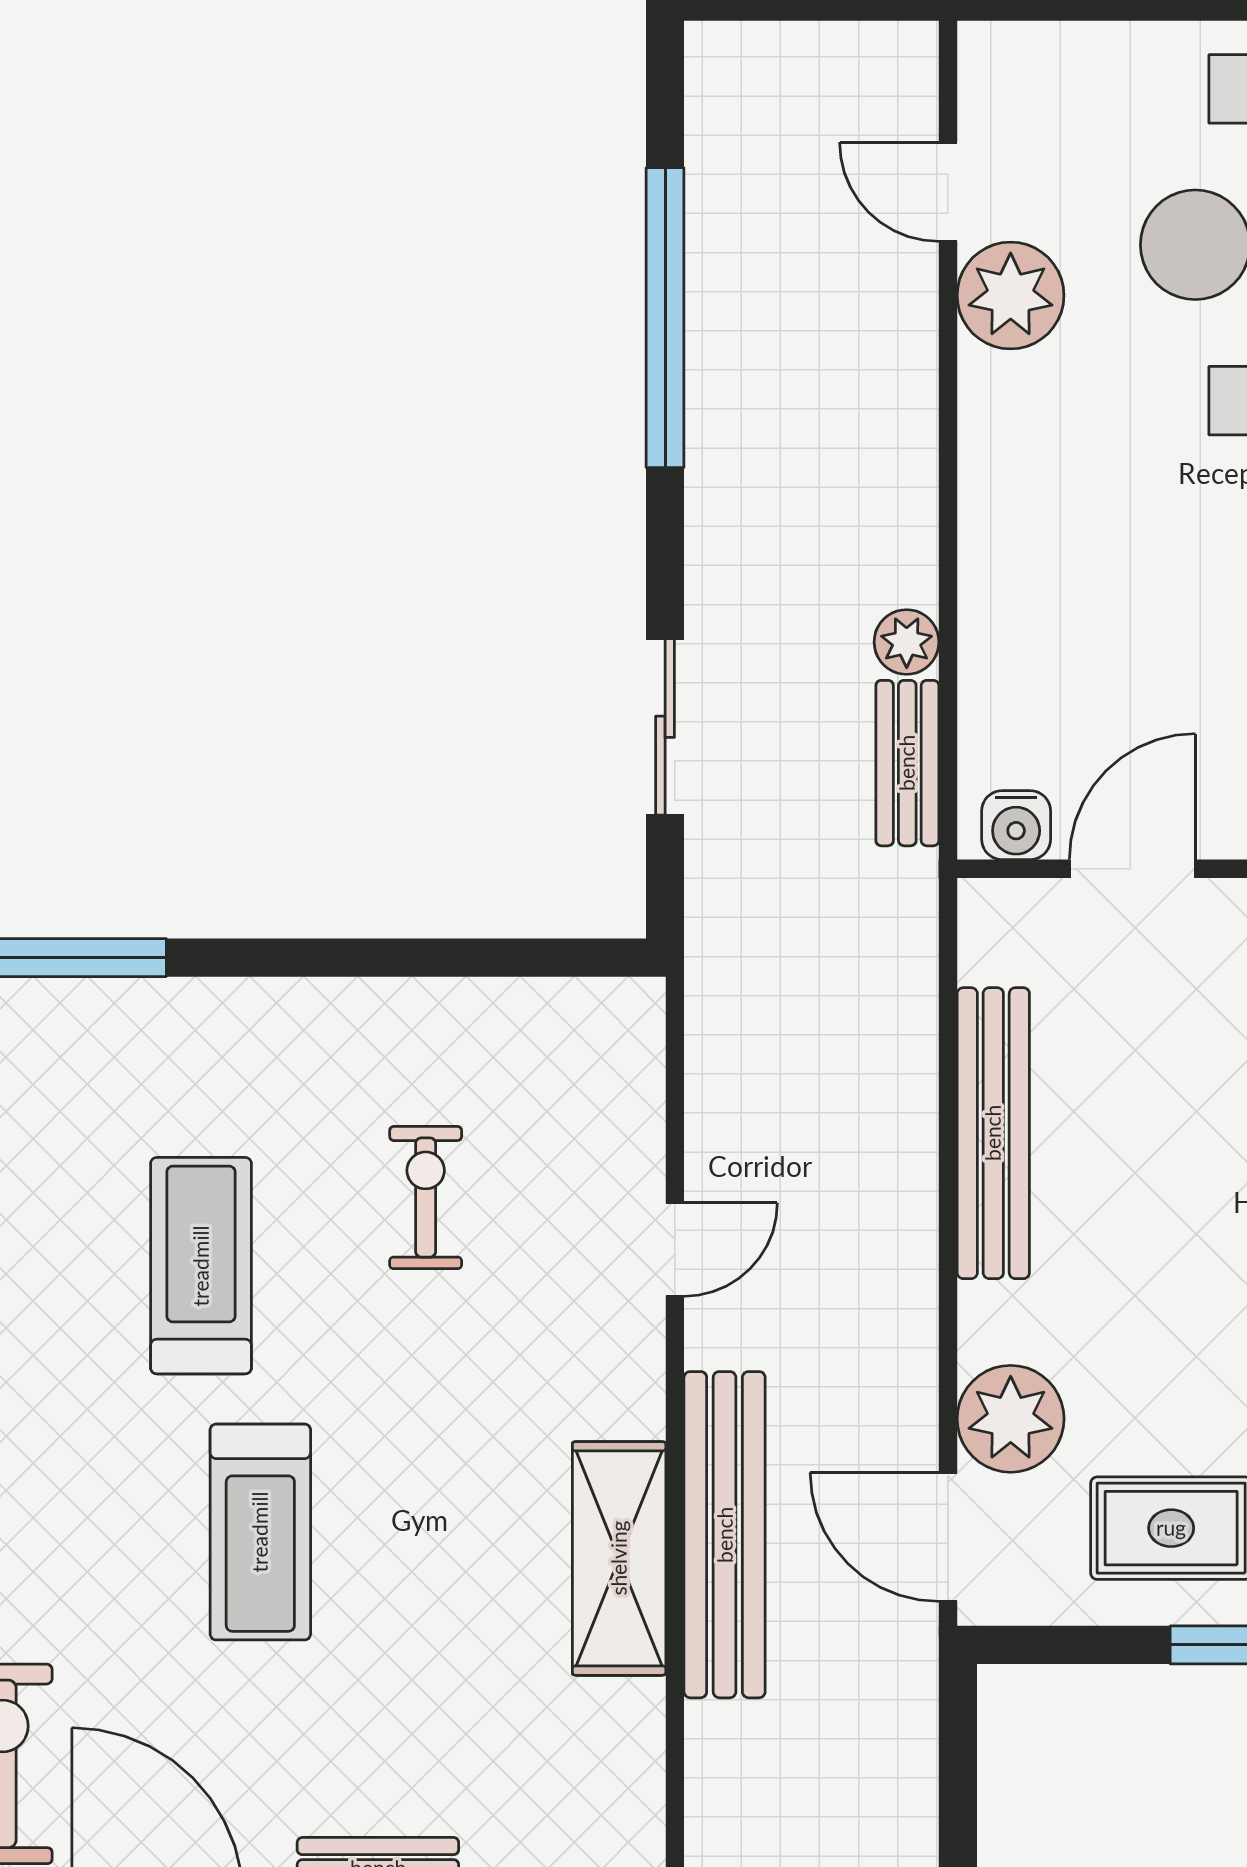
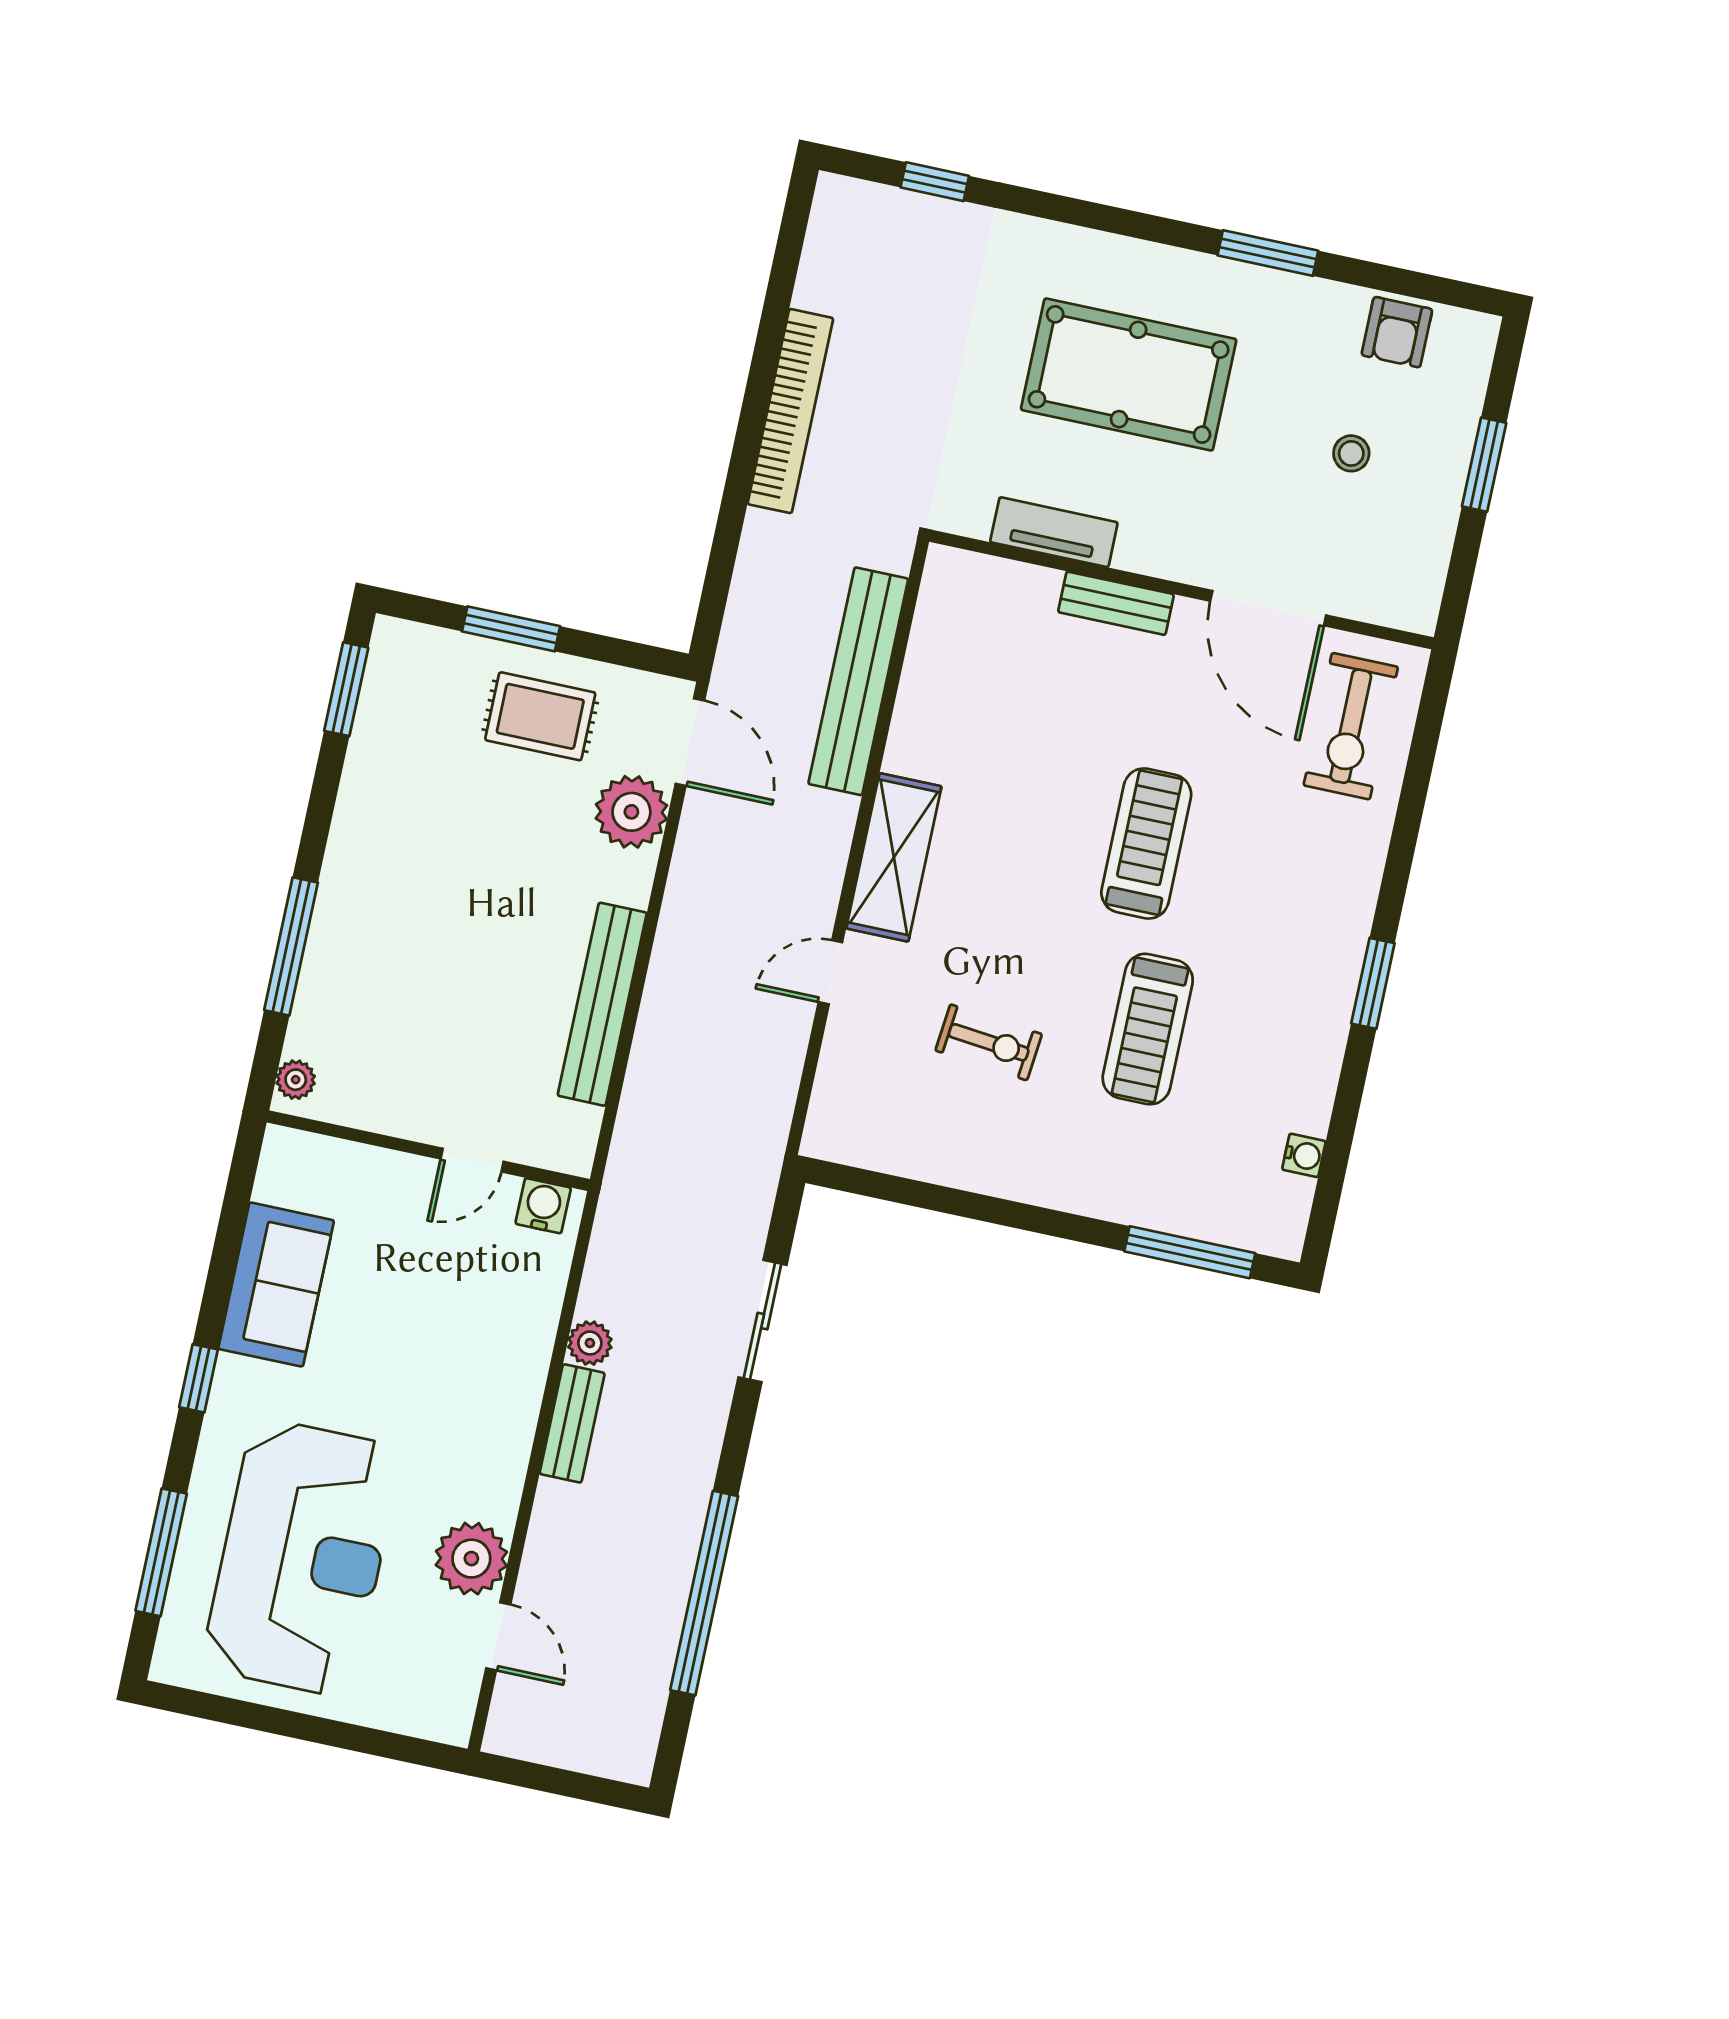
bench: (907, 763) -> (572, 1423), moved
door: (1132, 869) -> (472, 1160), width x0.73
exercise bike: (426, 1197) -> (989, 1042), turned -84
bench: (725, 1535) -> (858, 681), moved
shelving: (619, 1558) -> (894, 857), moved

